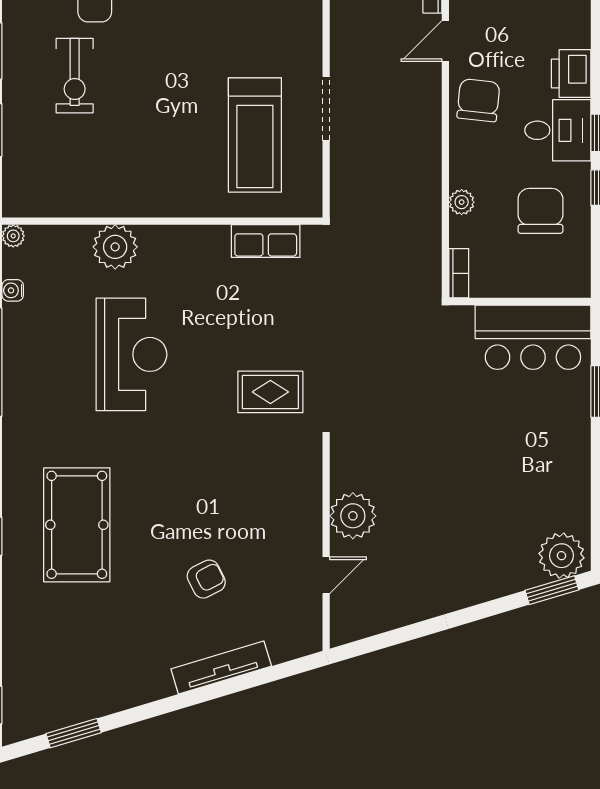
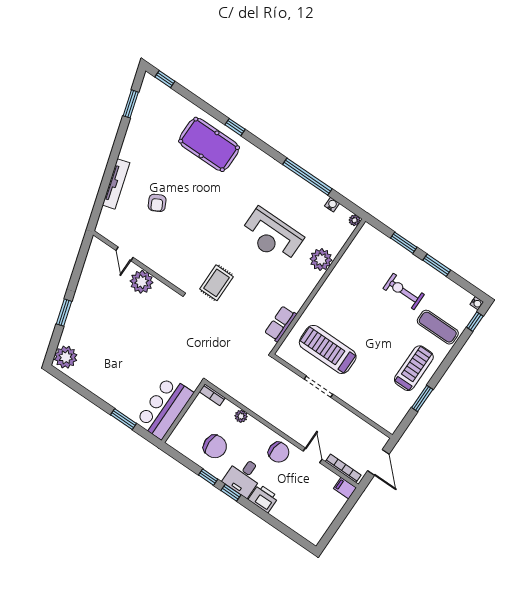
pool table: (77, 525) -> (209, 144), moved
window: (552, 590) -> (64, 313), moved

